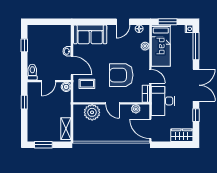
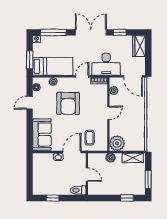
door: (123, 22) -> (30, 103), swing flipped
armchair: (121, 75) -> (68, 103), moved
boiler: (66, 87) -> (111, 158), moved
window: (24, 102) -> (127, 198), moved
plant: (92, 112) -> (117, 143), moved
door: (150, 129) -> (133, 76), hinge flipped

